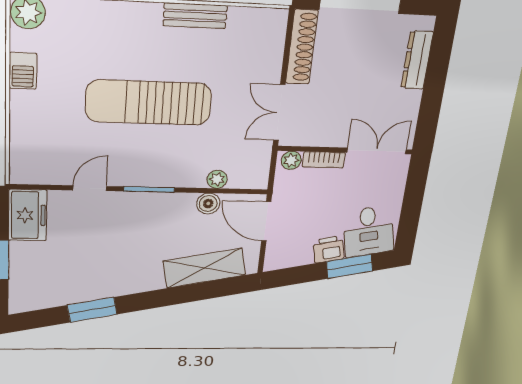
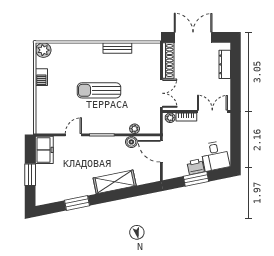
sun lounger: (149, 103) -> (99, 90), width x0.73, depth x0.75
double door: (279, 113) -> (161, 93), swing flipped
window: (350, 266) -> (196, 179), moved
shelving: (204, 268) -> (115, 182), moved

